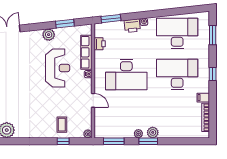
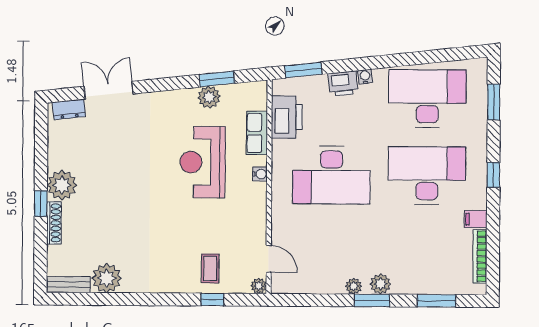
plant: (49, 35) -> (209, 97), moved
printer: (100, 44) -> (287, 117), width x1.87, depth x1.48
row of seats: (86, 52) -> (257, 133), width x0.68
reception desk: (58, 68) -> (203, 162), turned 180
door: (93, 100) -> (269, 259), moved
window: (114, 141) -> (436, 301), moved

